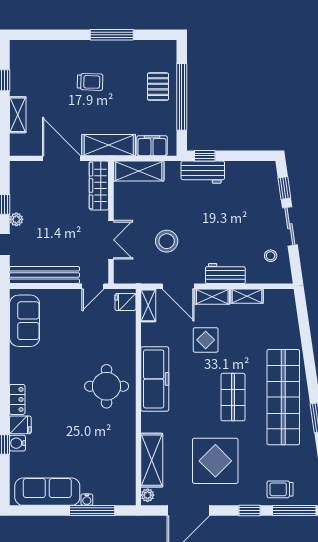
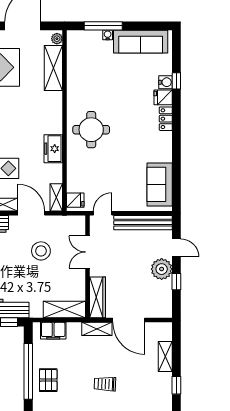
shelving: (109, 145) -> (97, 329), width x0.67, depth x0.75
plant: (16, 219) -> (162, 269), width x1.88, depth x1.88
freezer: (155, 379) -> (53, 149), width x0.52, depth x0.79

